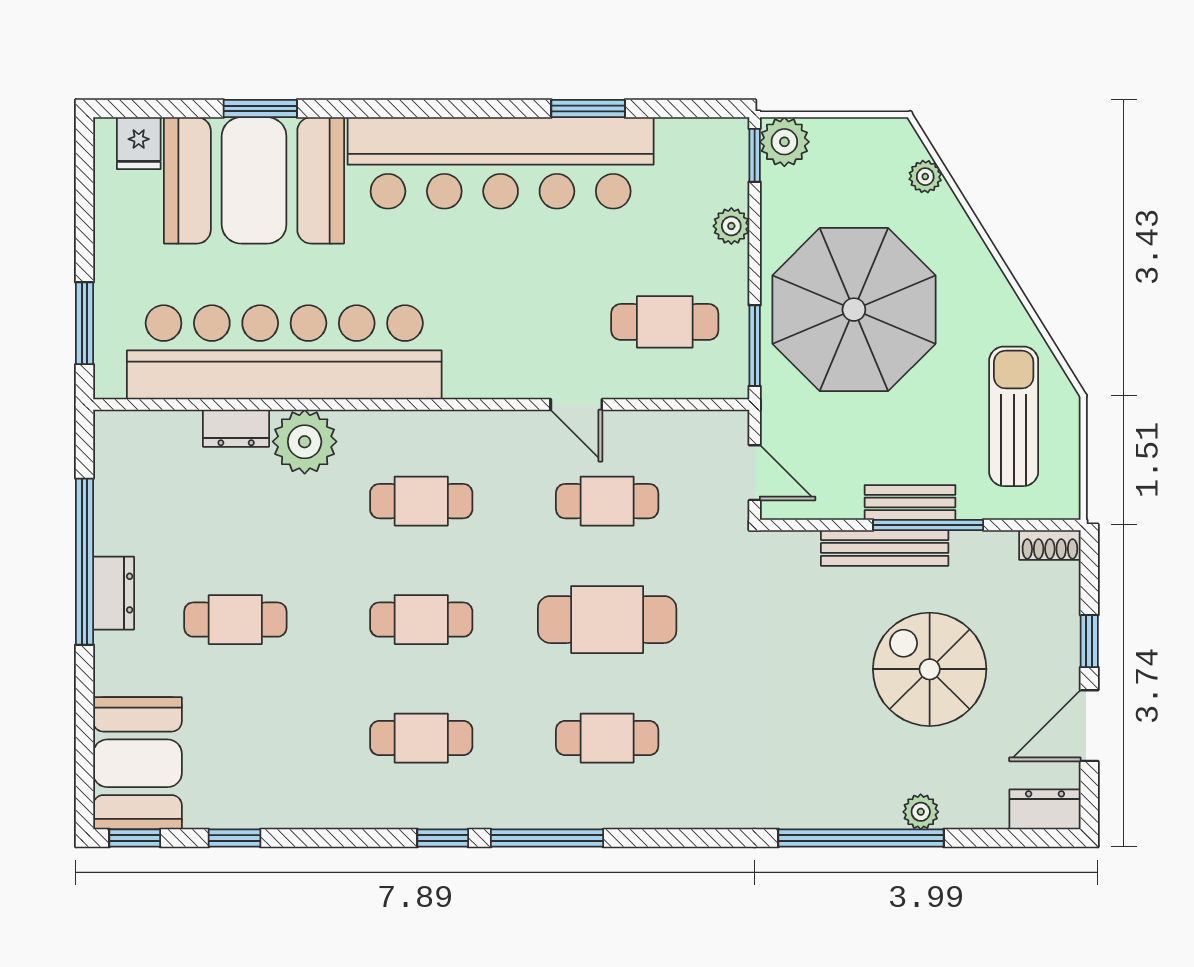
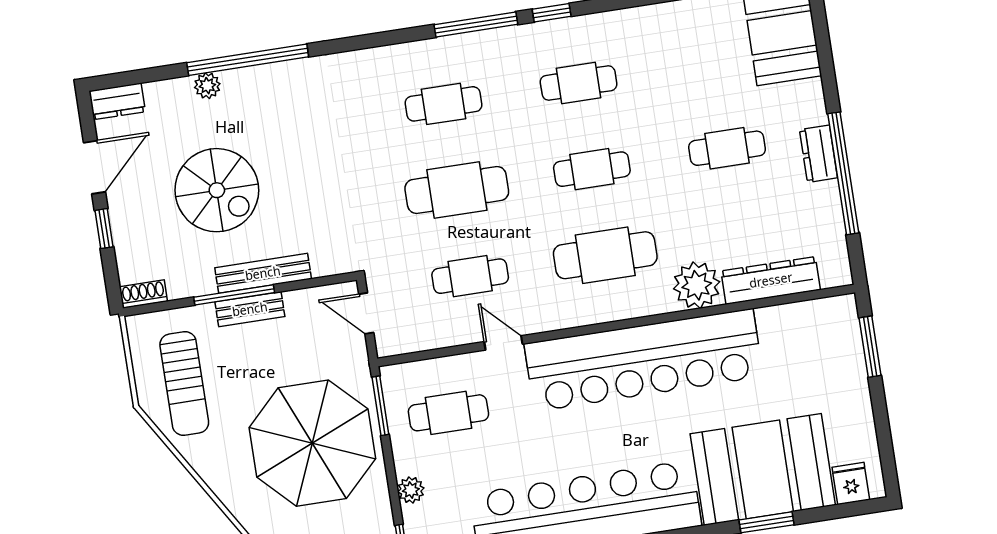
bar counter: (284, 352) -> (644, 360), moved
dresser: (236, 428) -> (771, 280), width x1.96, depth x1.24
cafe table: (421, 501) -> (605, 255), width x1.37, depth x1.35

